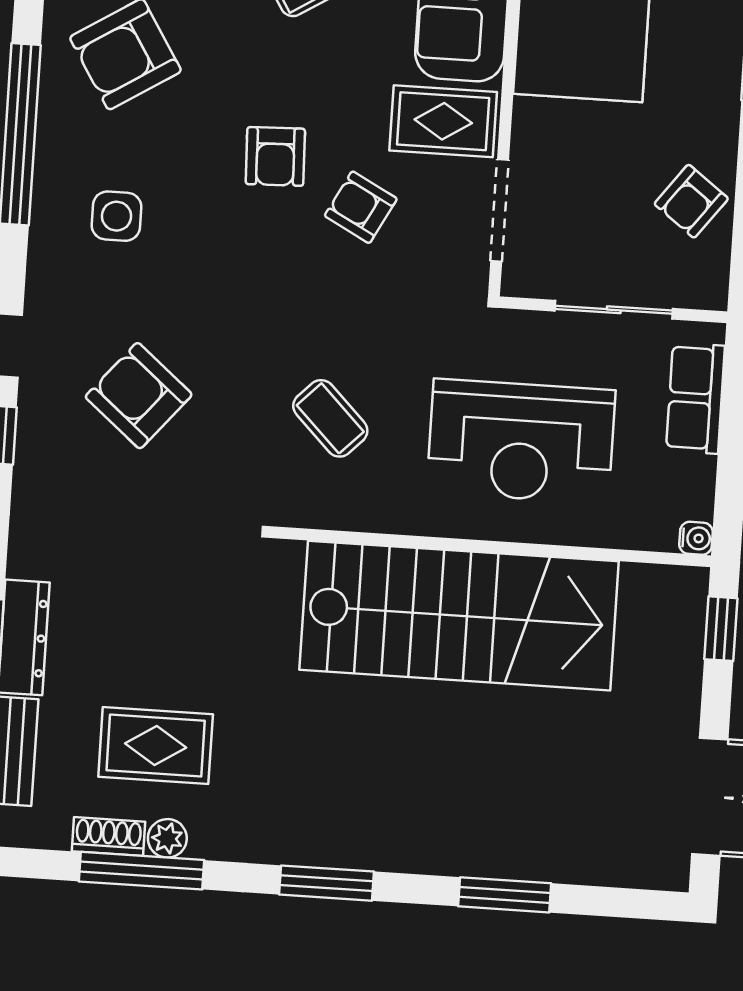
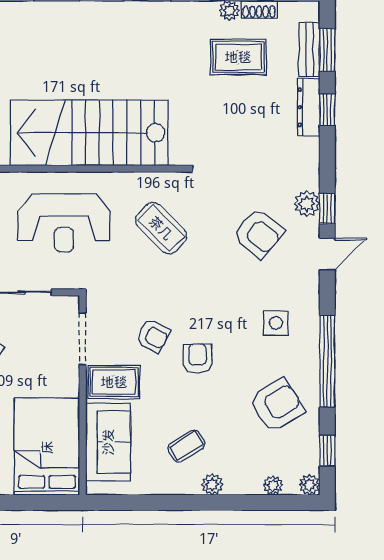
coffee table: (330, 418) -> (161, 228), width x1.36, depth x1.30
reception desk: (521, 441) -> (64, 223), turned 180
plant: (40, 448) -> (307, 204), added

